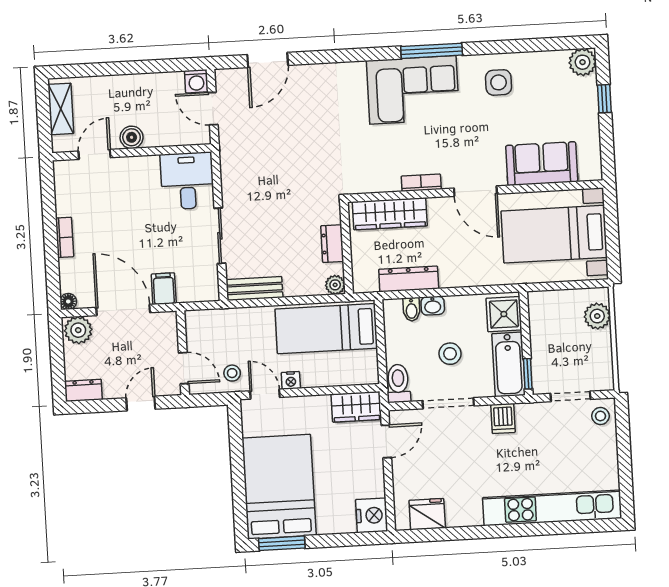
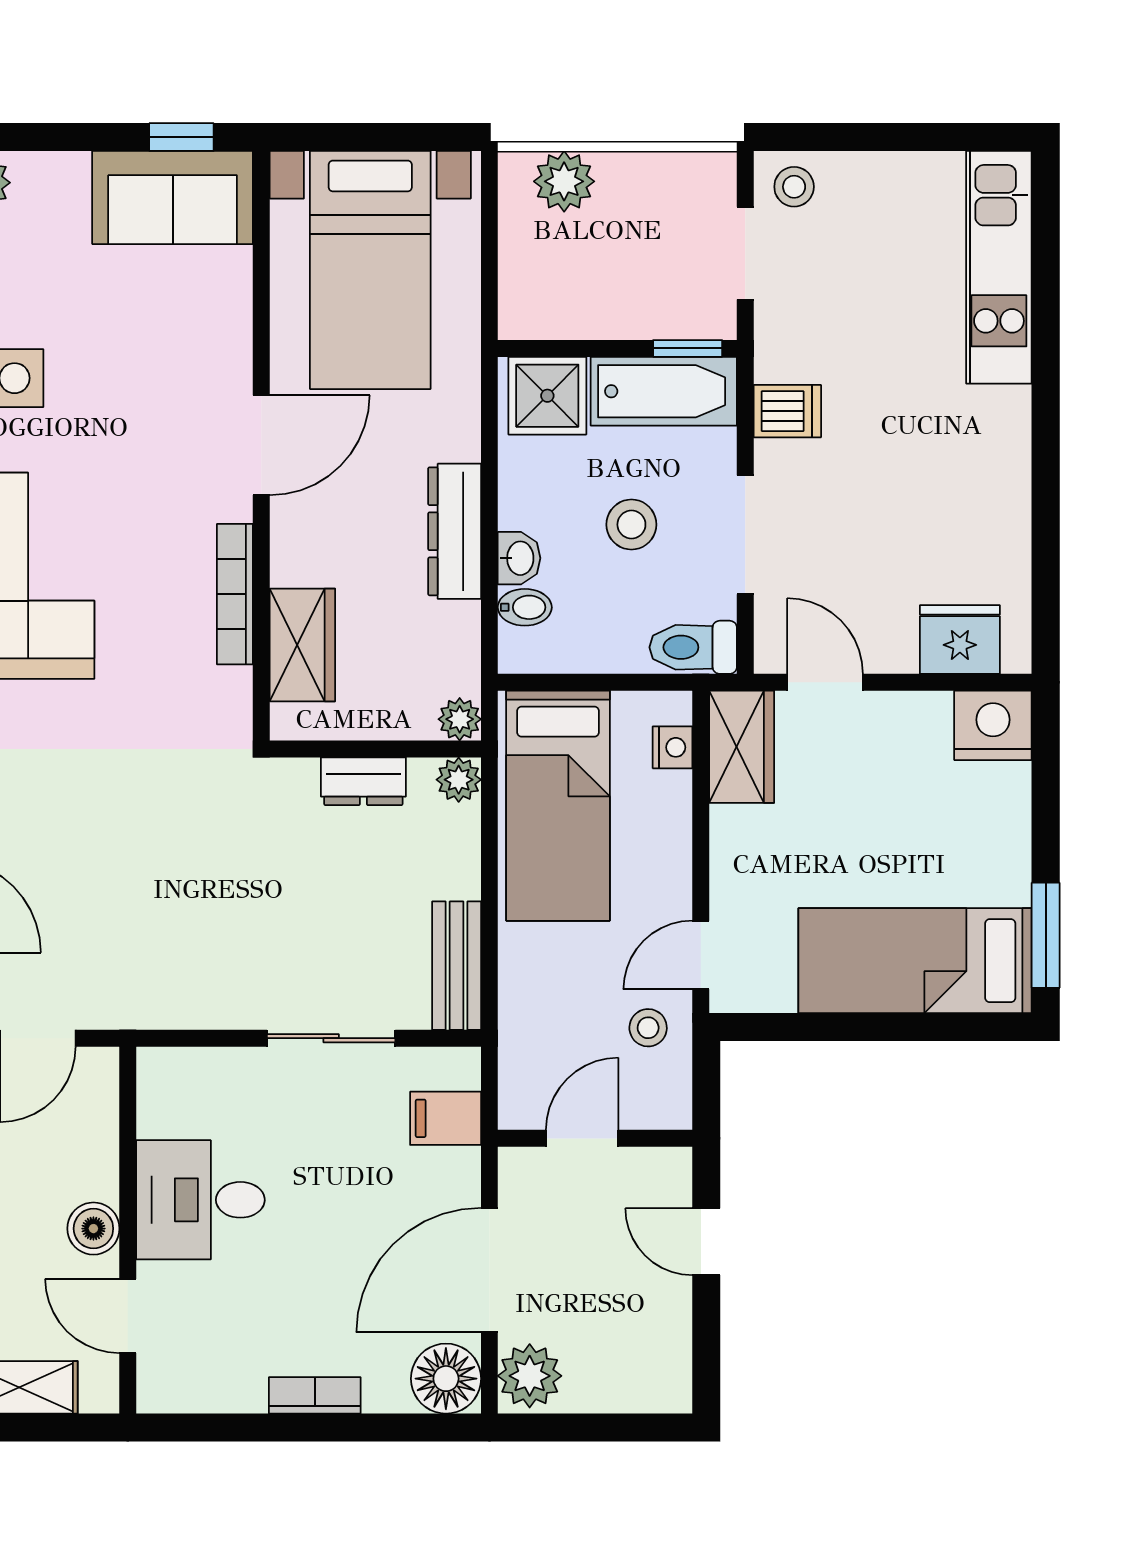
window: (604, 99) -> (181, 137), moved
sofa: (542, 164) -> (173, 197), moved, turned -90
desk: (187, 181) -> (200, 1200), moved
bookcase: (421, 183) -> (235, 594), width x1.56
wardrobe: (390, 214) -> (302, 645), width x0.67
dresser: (409, 279) -> (455, 531), moved
plant: (361, 284) -> (460, 719), added
filing cabinet: (164, 289) -> (446, 1118), moved
floor lamp: (68, 301) -> (446, 1379), width x1.89, depth x1.89
door: (184, 368) -> (582, 1138), moved
nightstand: (291, 380) -> (673, 747), moved
dresser: (83, 390) -> (669, 1372), removed
bed: (279, 487) -> (915, 961), width x0.67
kitchen unit: (552, 508) -> (999, 267), width x0.73
fridge: (427, 514) -> (960, 639), moved, turned 90

